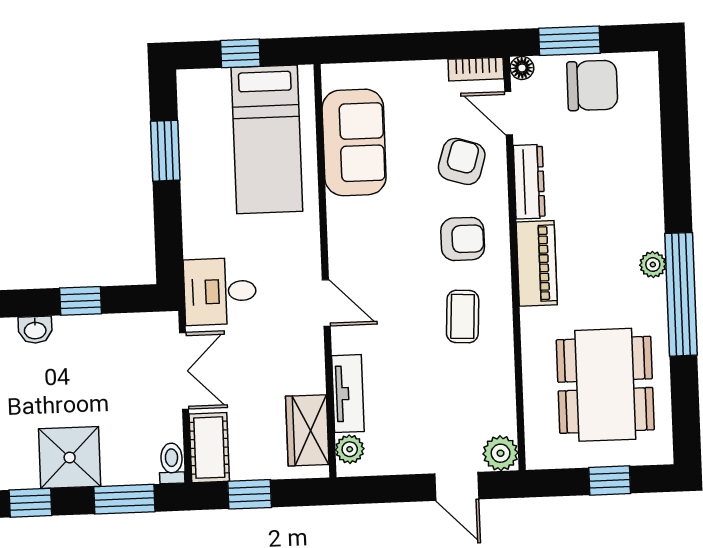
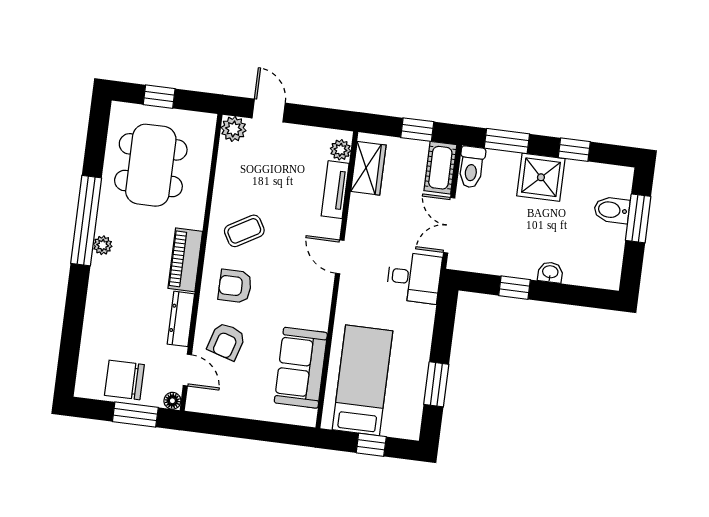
bookcase: (476, 69) -> (205, 405), removed
coffee table: (463, 316) -> (244, 231), turned 57
toilet: (172, 463) -> (472, 167), width x1.37, depth x1.39

